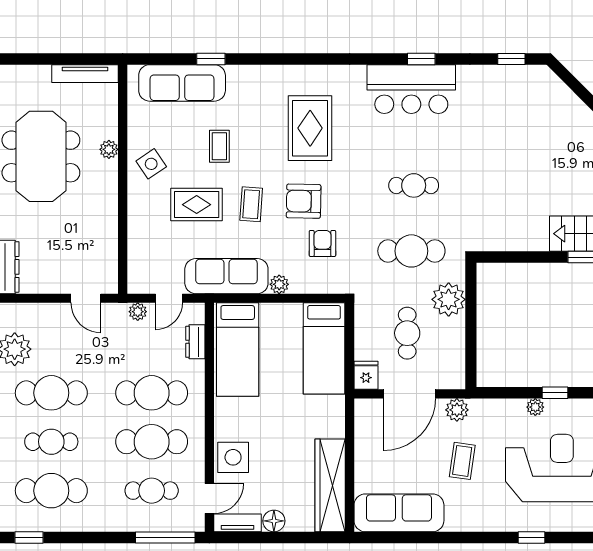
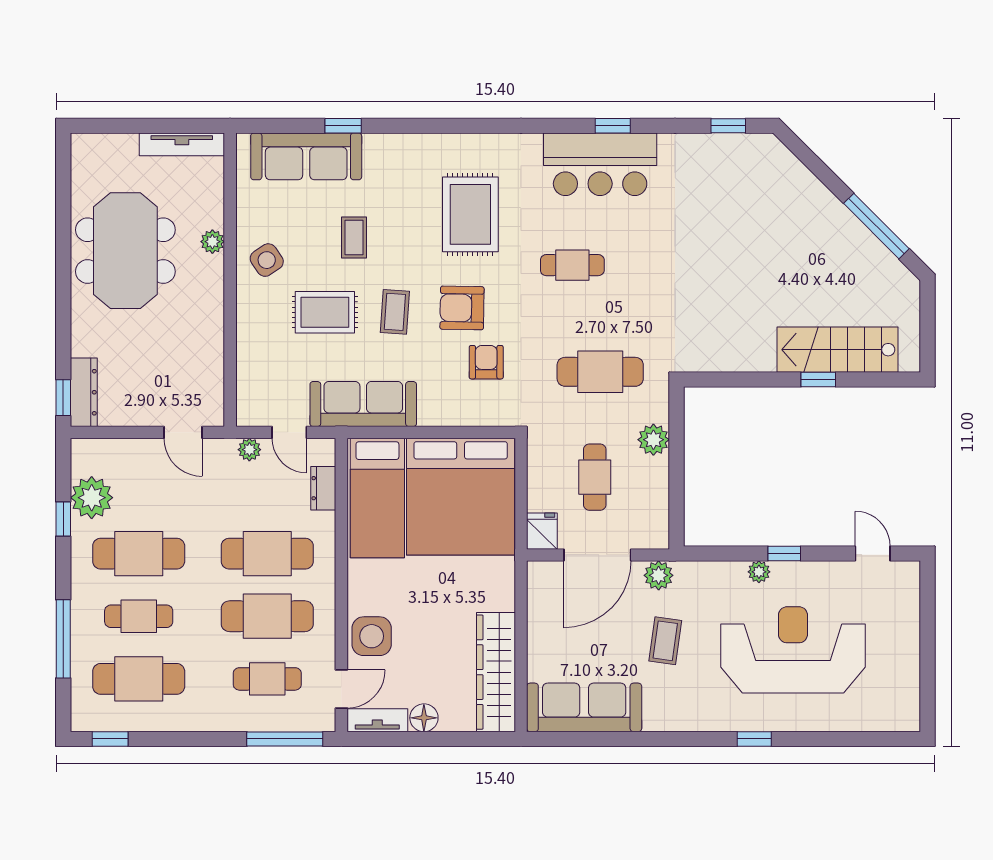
cafe table: (414, 185) -> (572, 265), moved
plant: (279, 284) -> (431, 415), removed
door: (169, 298) -> (289, 432), hinge flipped
plant: (449, 299) -> (653, 440), width x0.73, depth x0.73
bed: (324, 348) -> (461, 497), width x2.04

